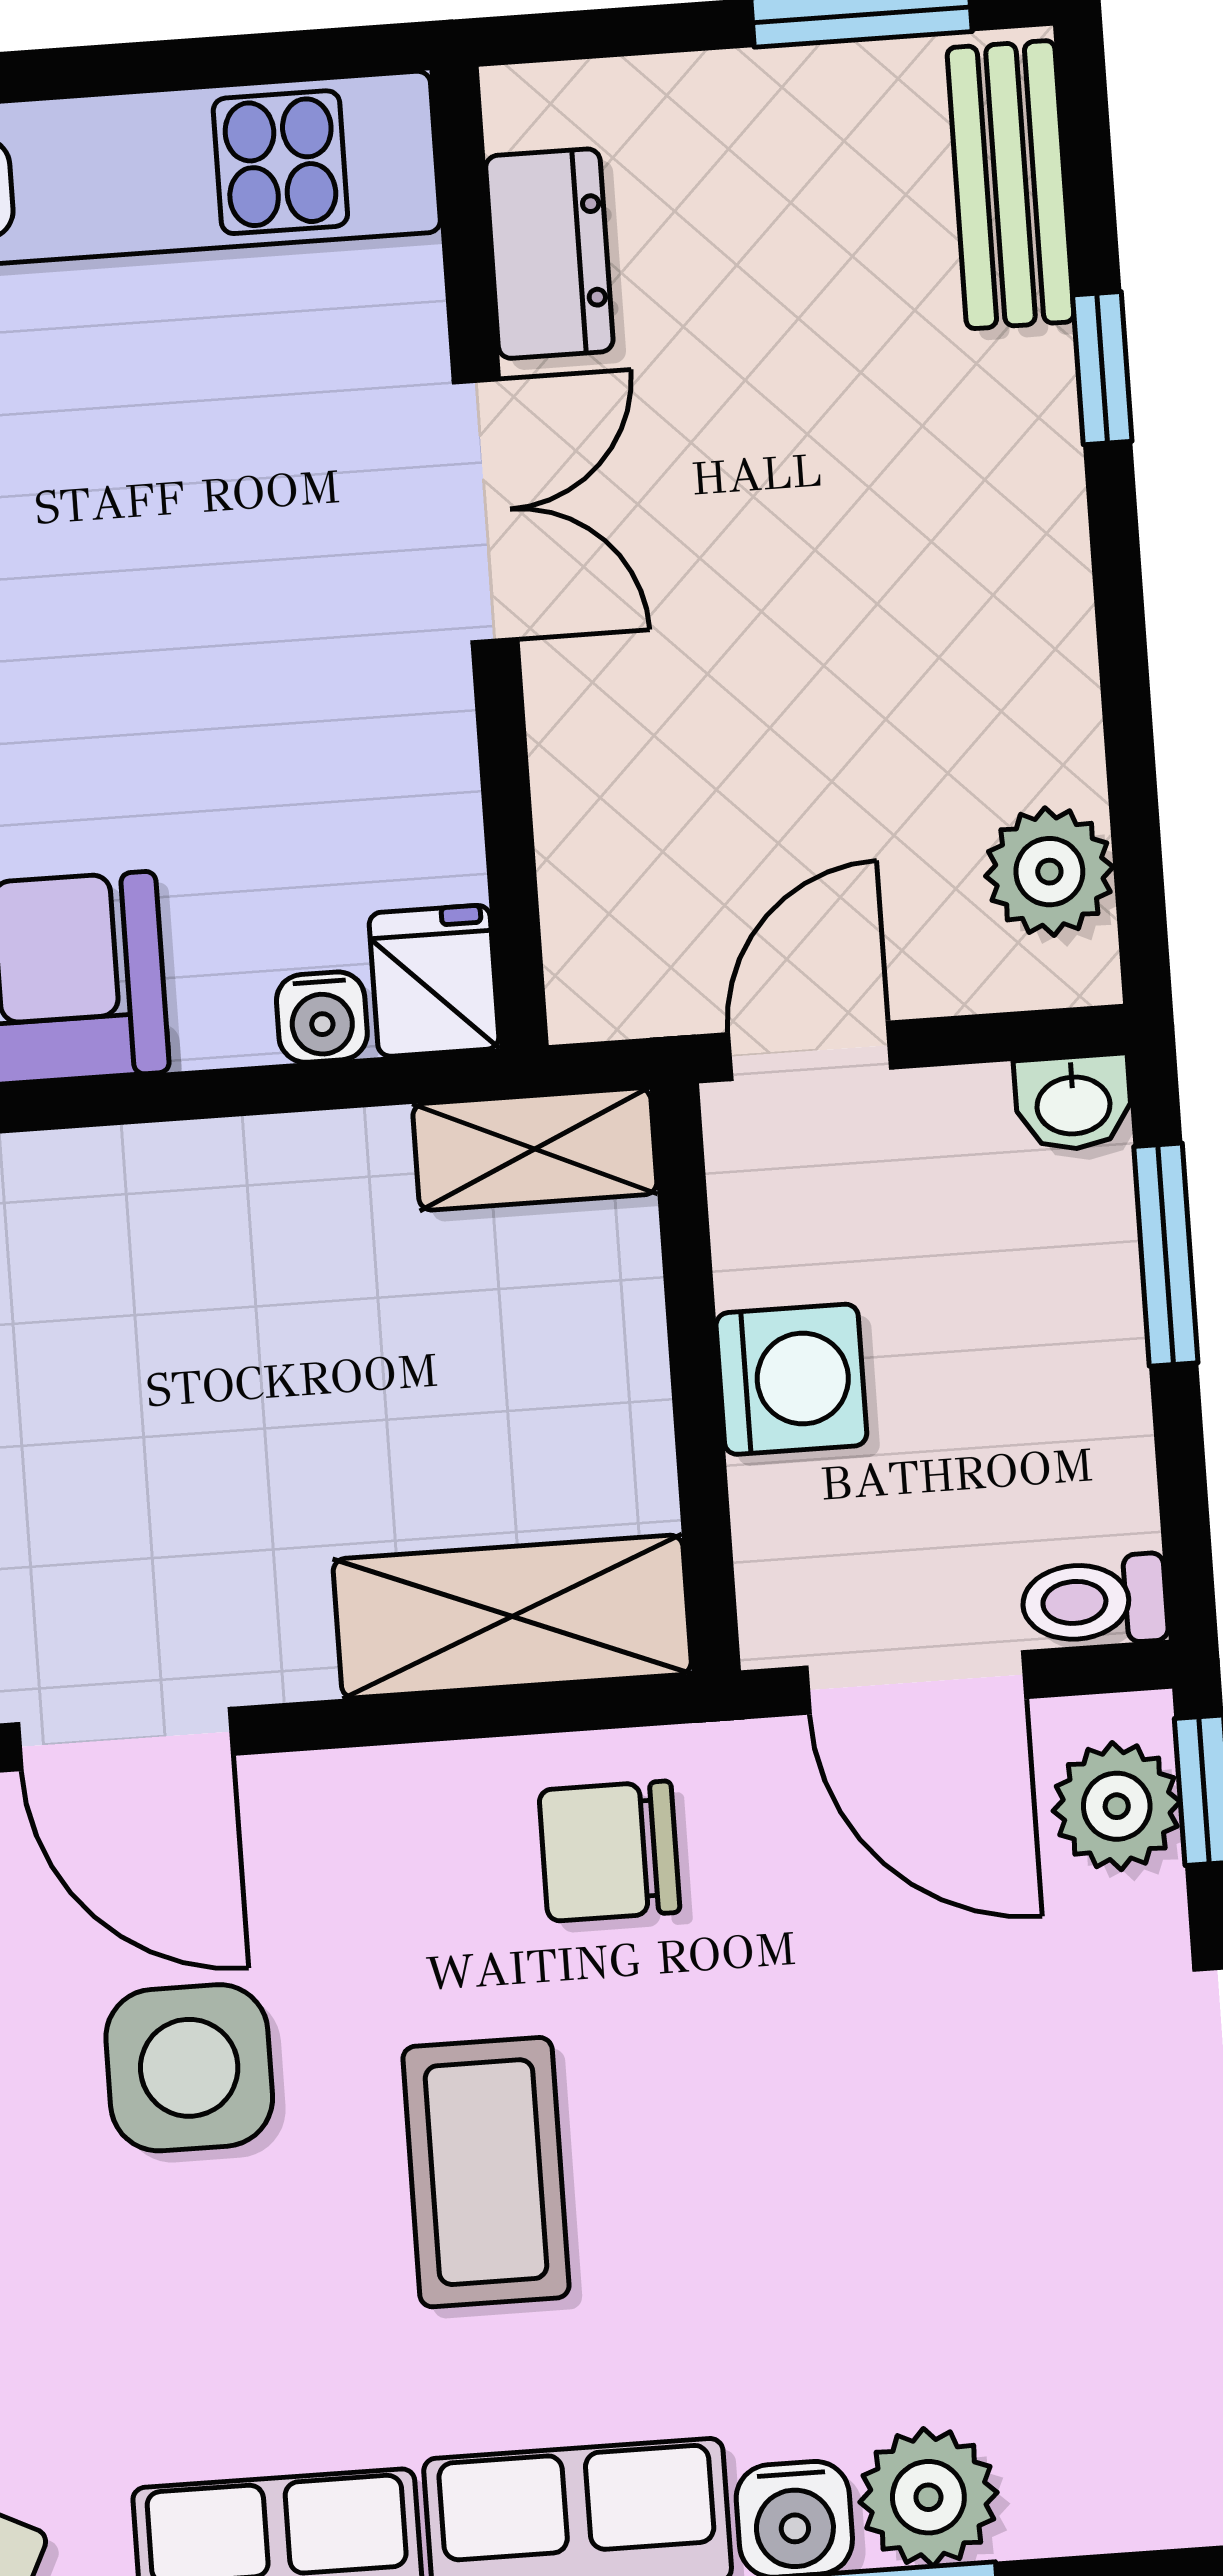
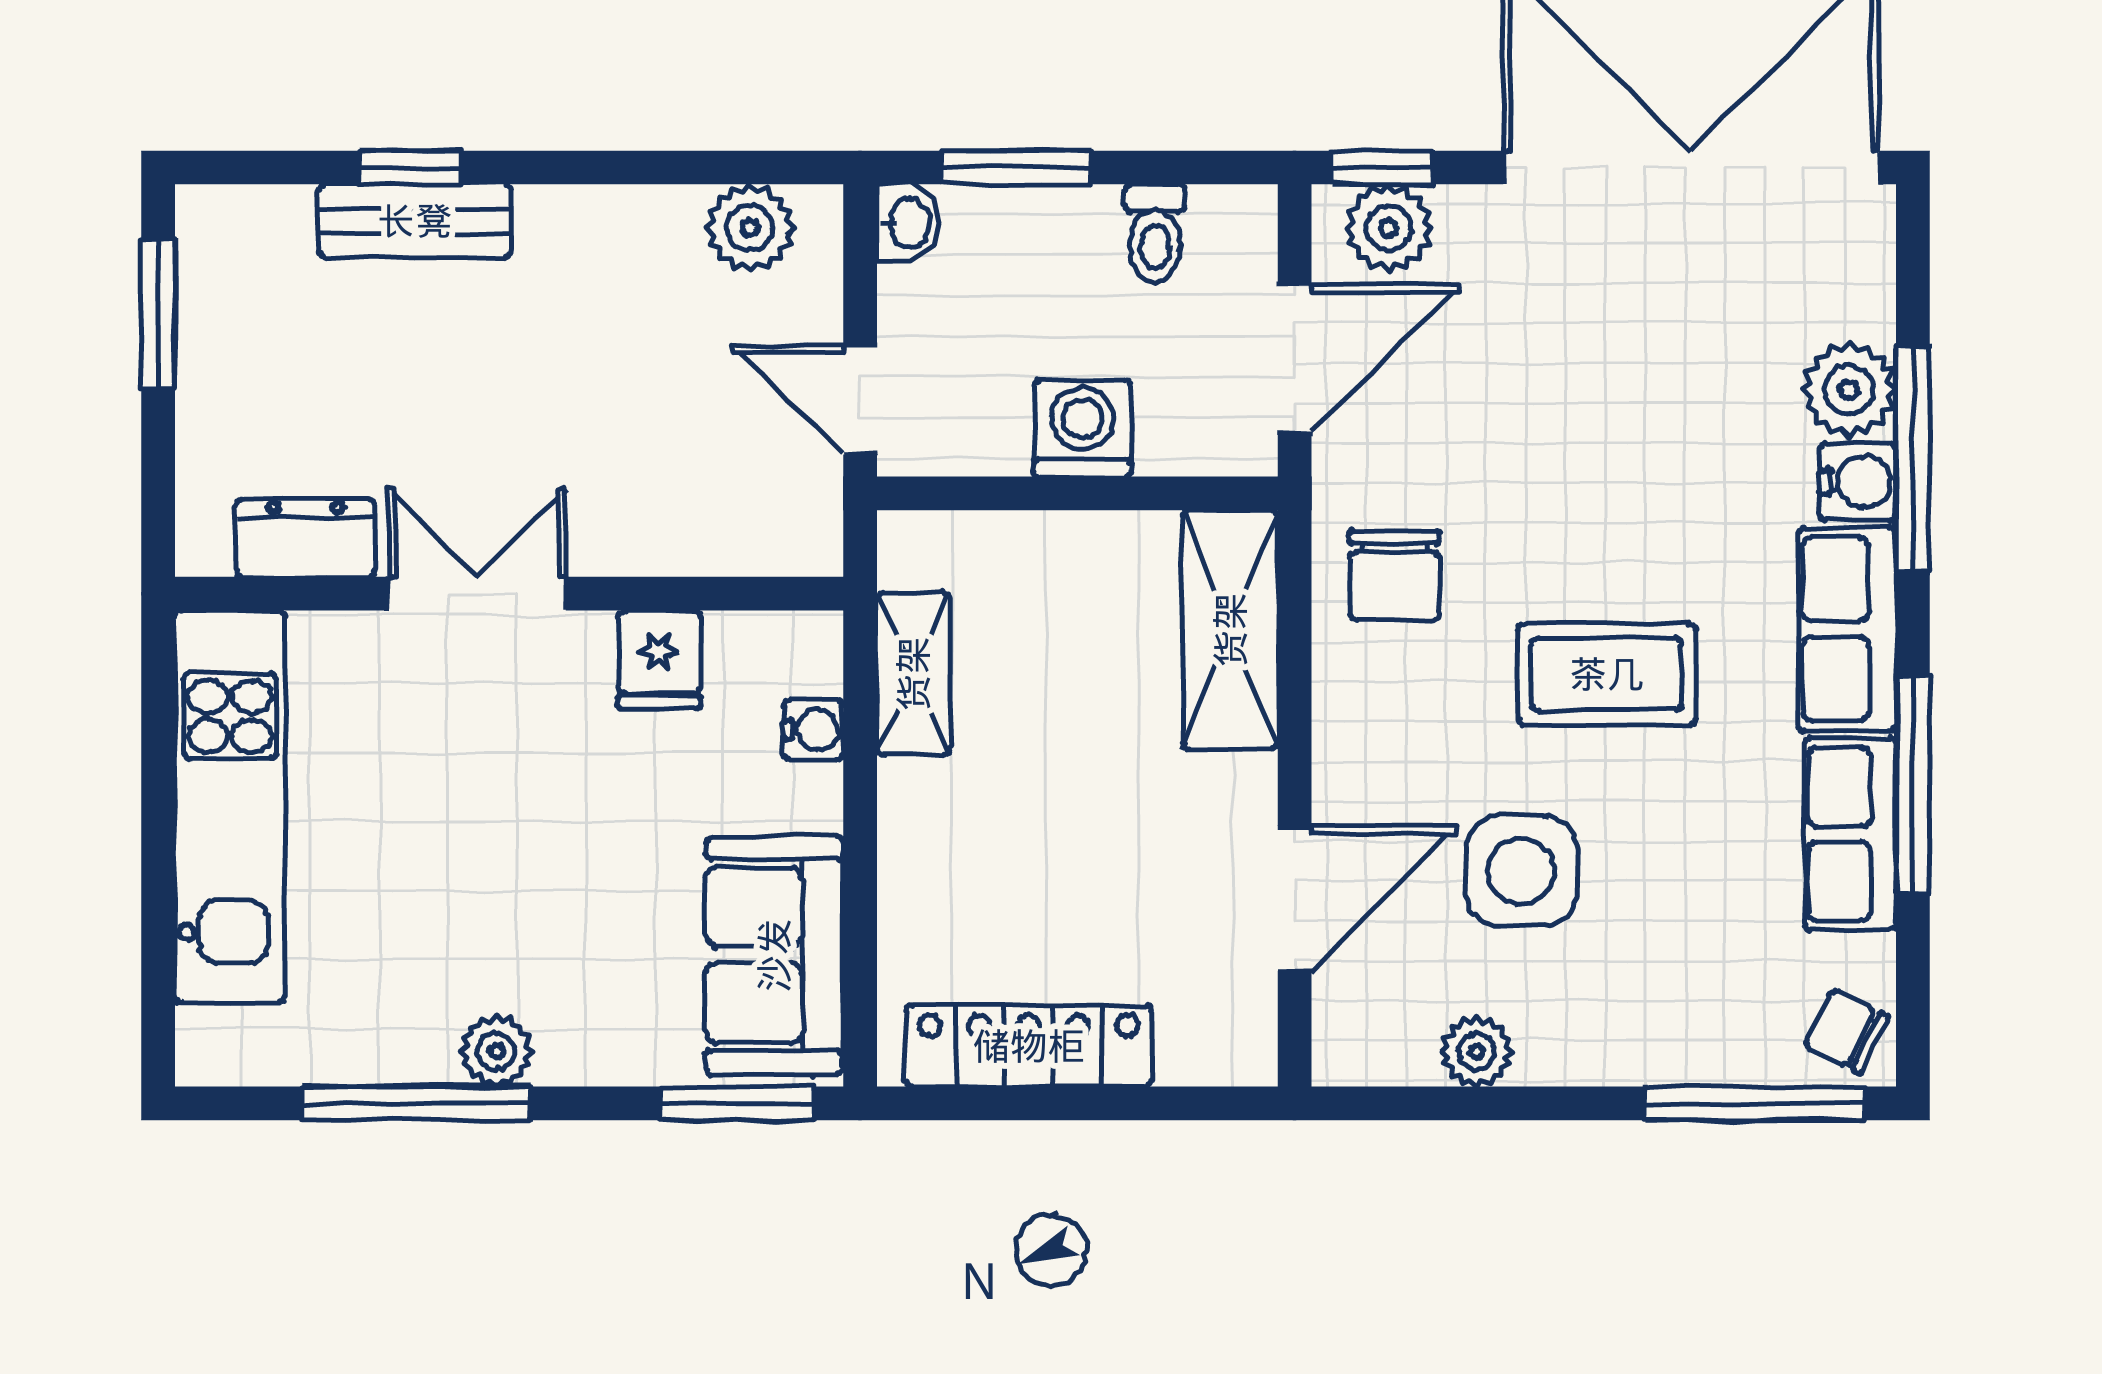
bench: (1010, 185) -> (415, 221), moved
fridge: (434, 981) -> (659, 660), moved, turned -90
shelving: (535, 1149) -> (913, 674), moved
toilet: (1094, 1601) -> (1155, 233), moved

